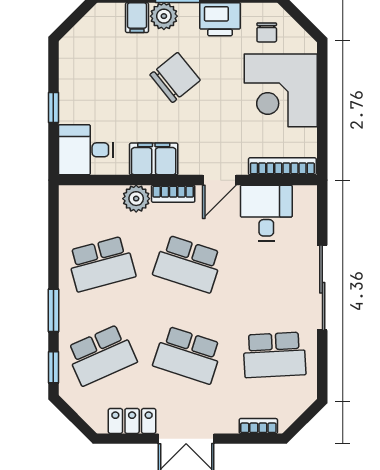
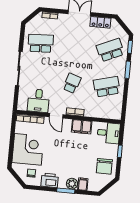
chair: (175, 77) -> (104, 166), moved, turned -51
door: (219, 180) -> (56, 116), swing flipped
plant: (136, 199) -> (90, 111), removed
school desk: (188, 264) -> (72, 83), width x0.54
school desk: (188, 355) -> (75, 47), removed

